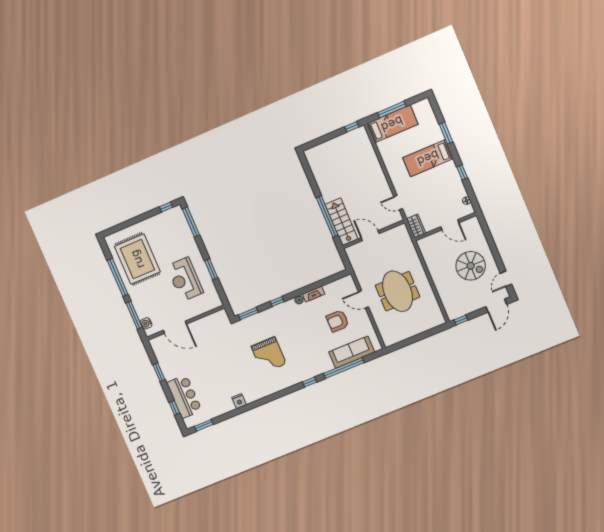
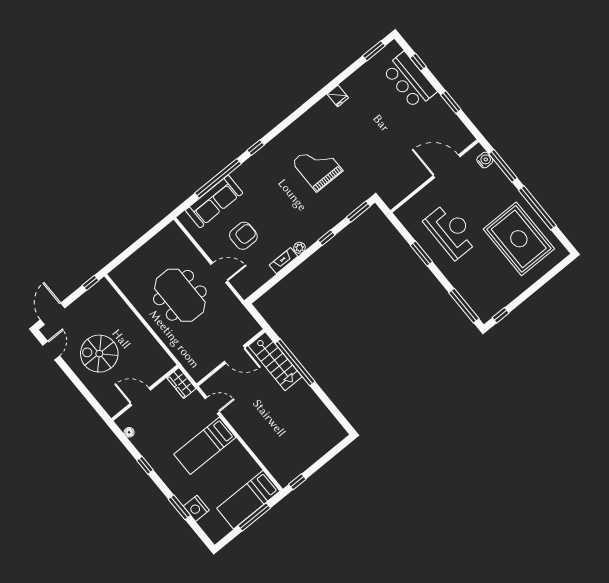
nightstand: (433, 129) -> (196, 508), added
bed: (428, 158) -> (205, 446), moved, turned 180

